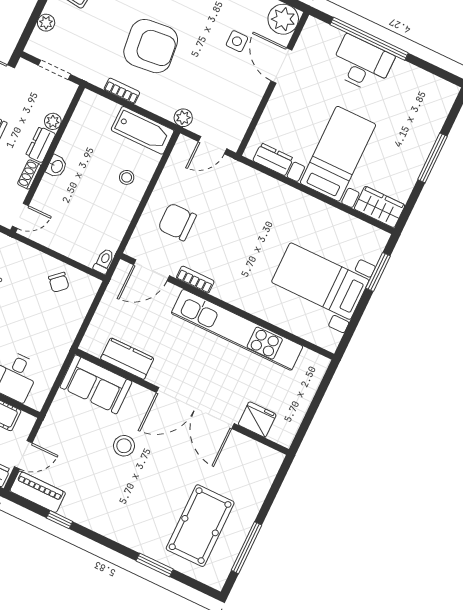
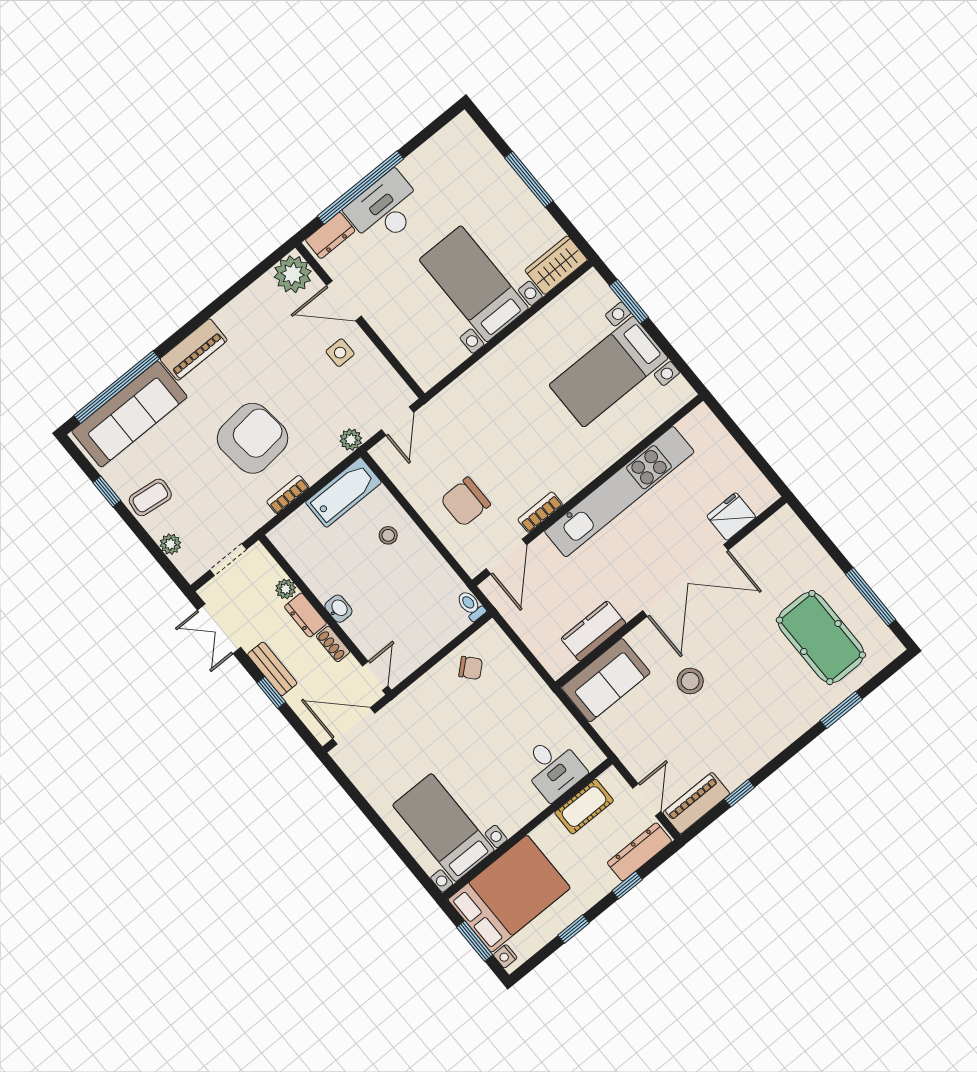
side table: (237, 41) -> (340, 353), moved
dresser: (273, 159) -> (330, 235), moved, turned 180

